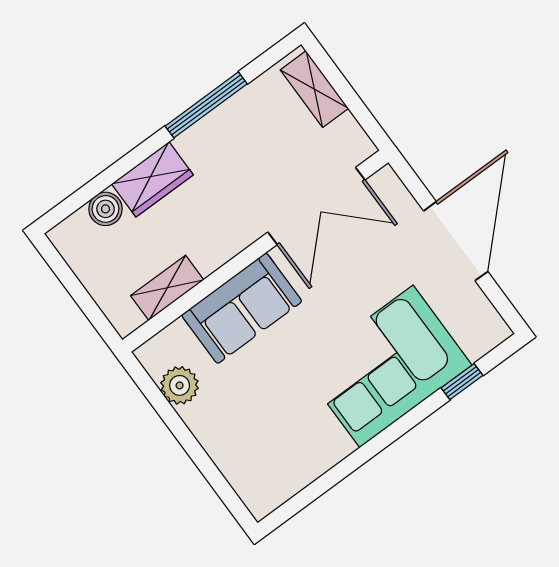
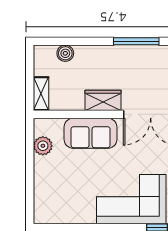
wardrobe: (152, 179) -> (103, 100), moved, turned 180
shelving: (167, 288) -> (41, 94), moved, turned 90

